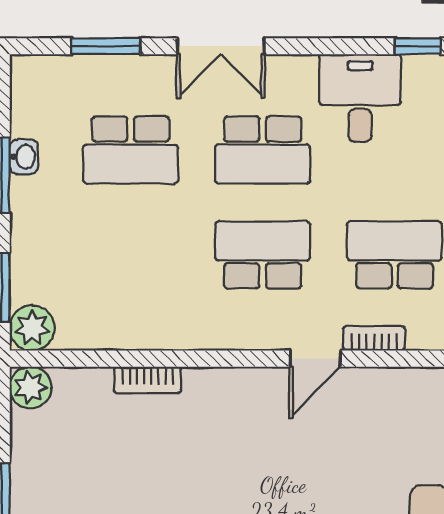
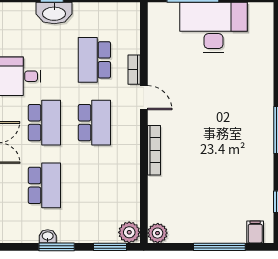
school desk: (263, 255) -> (94, 123), turned 180
bookcase: (147, 380) -> (154, 150), moved, width x1.56

